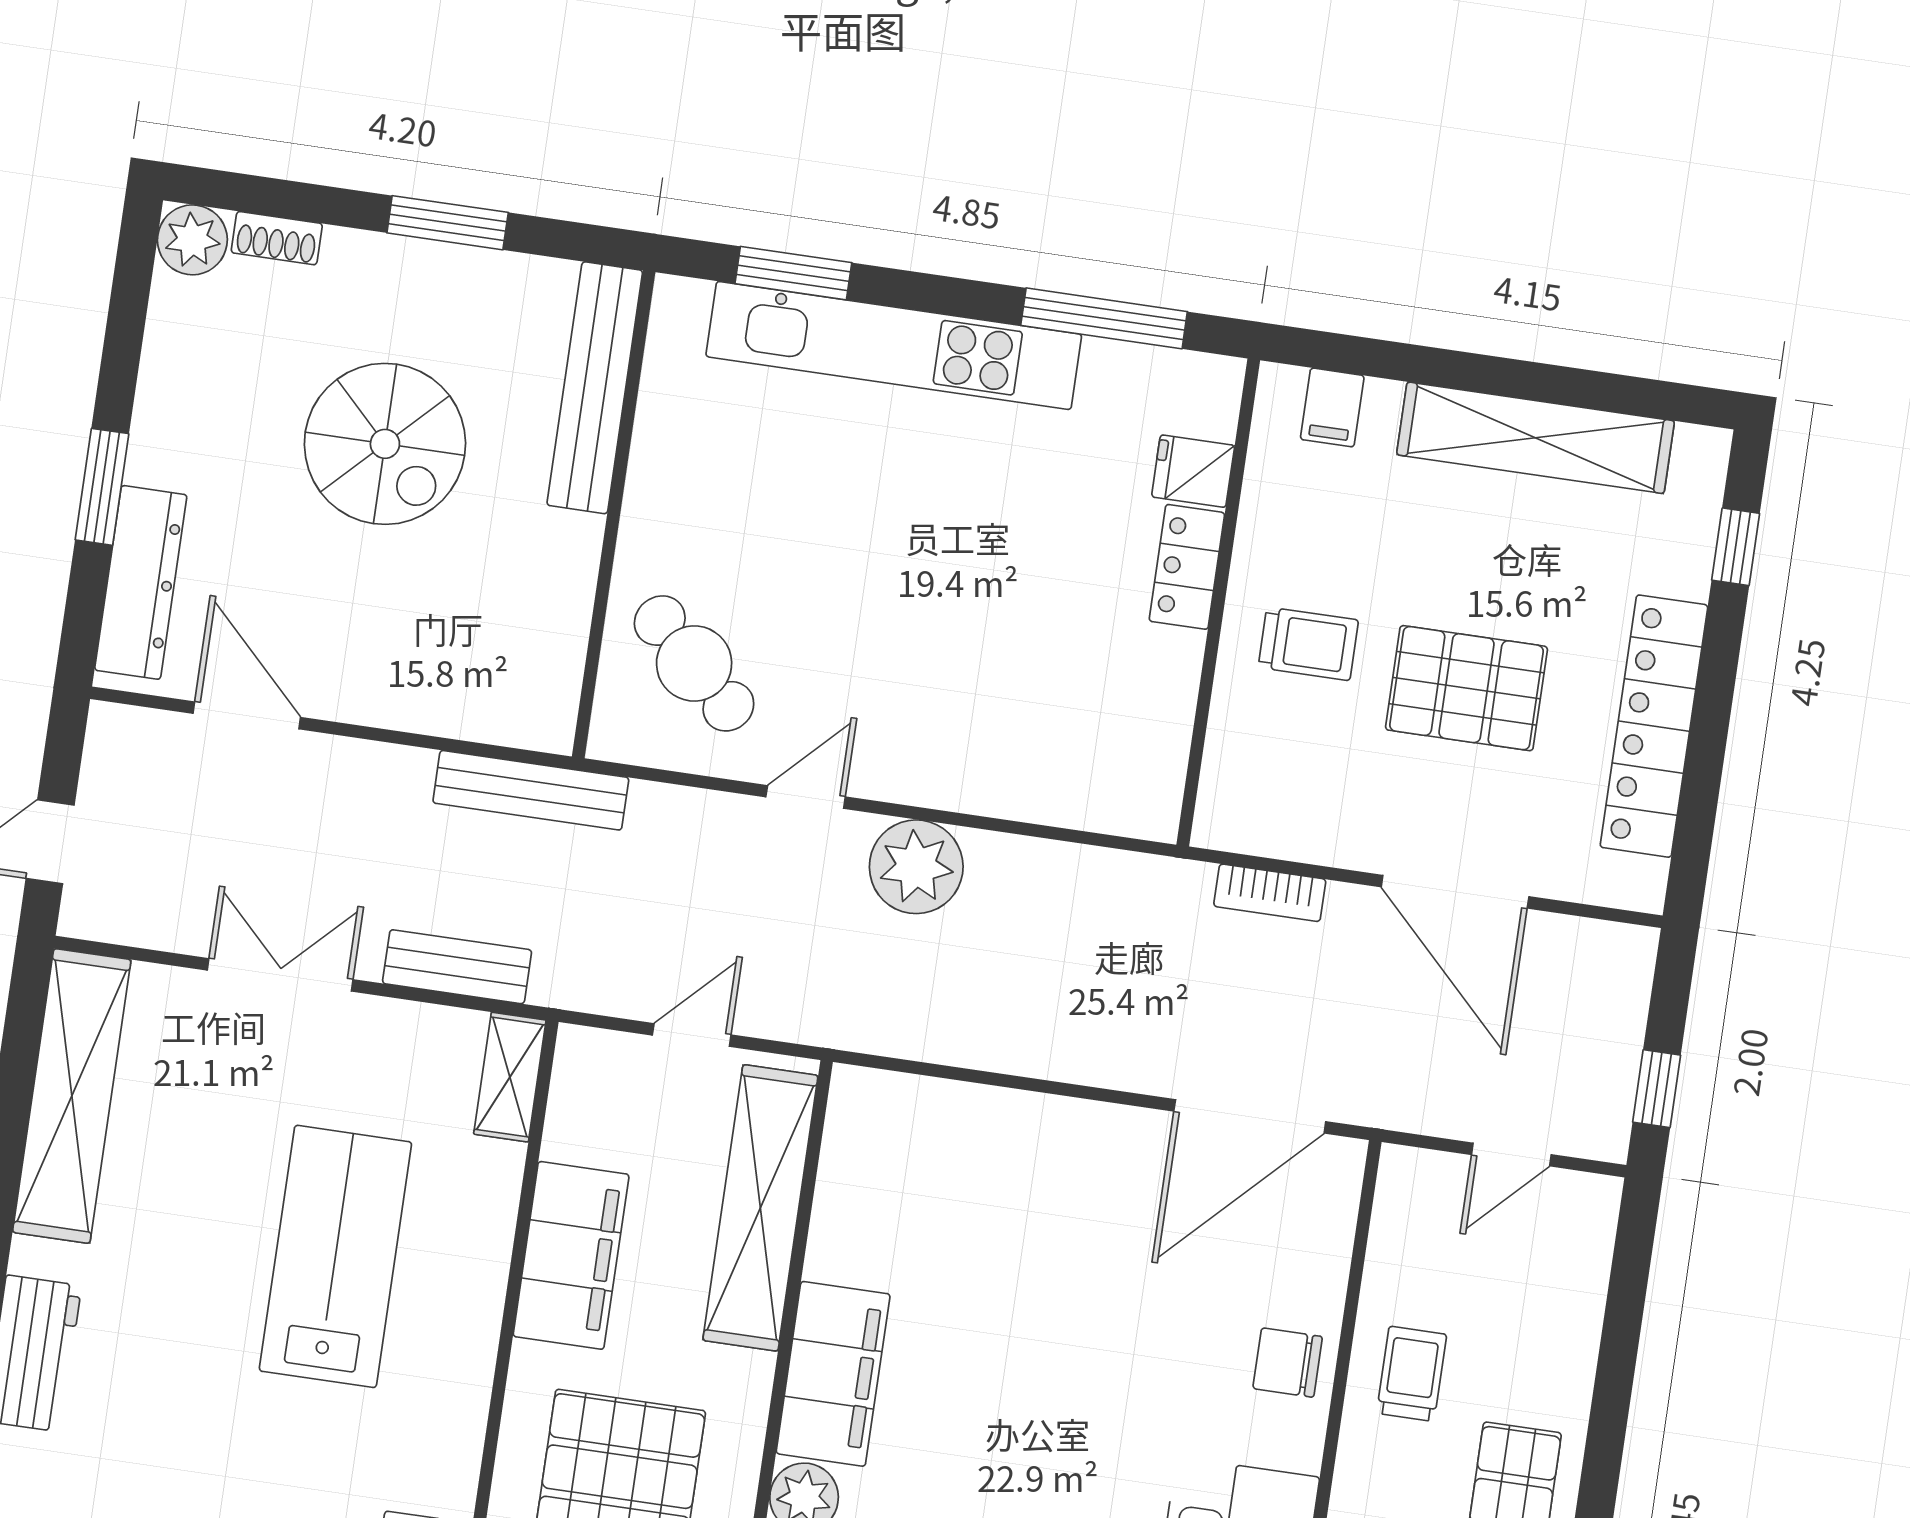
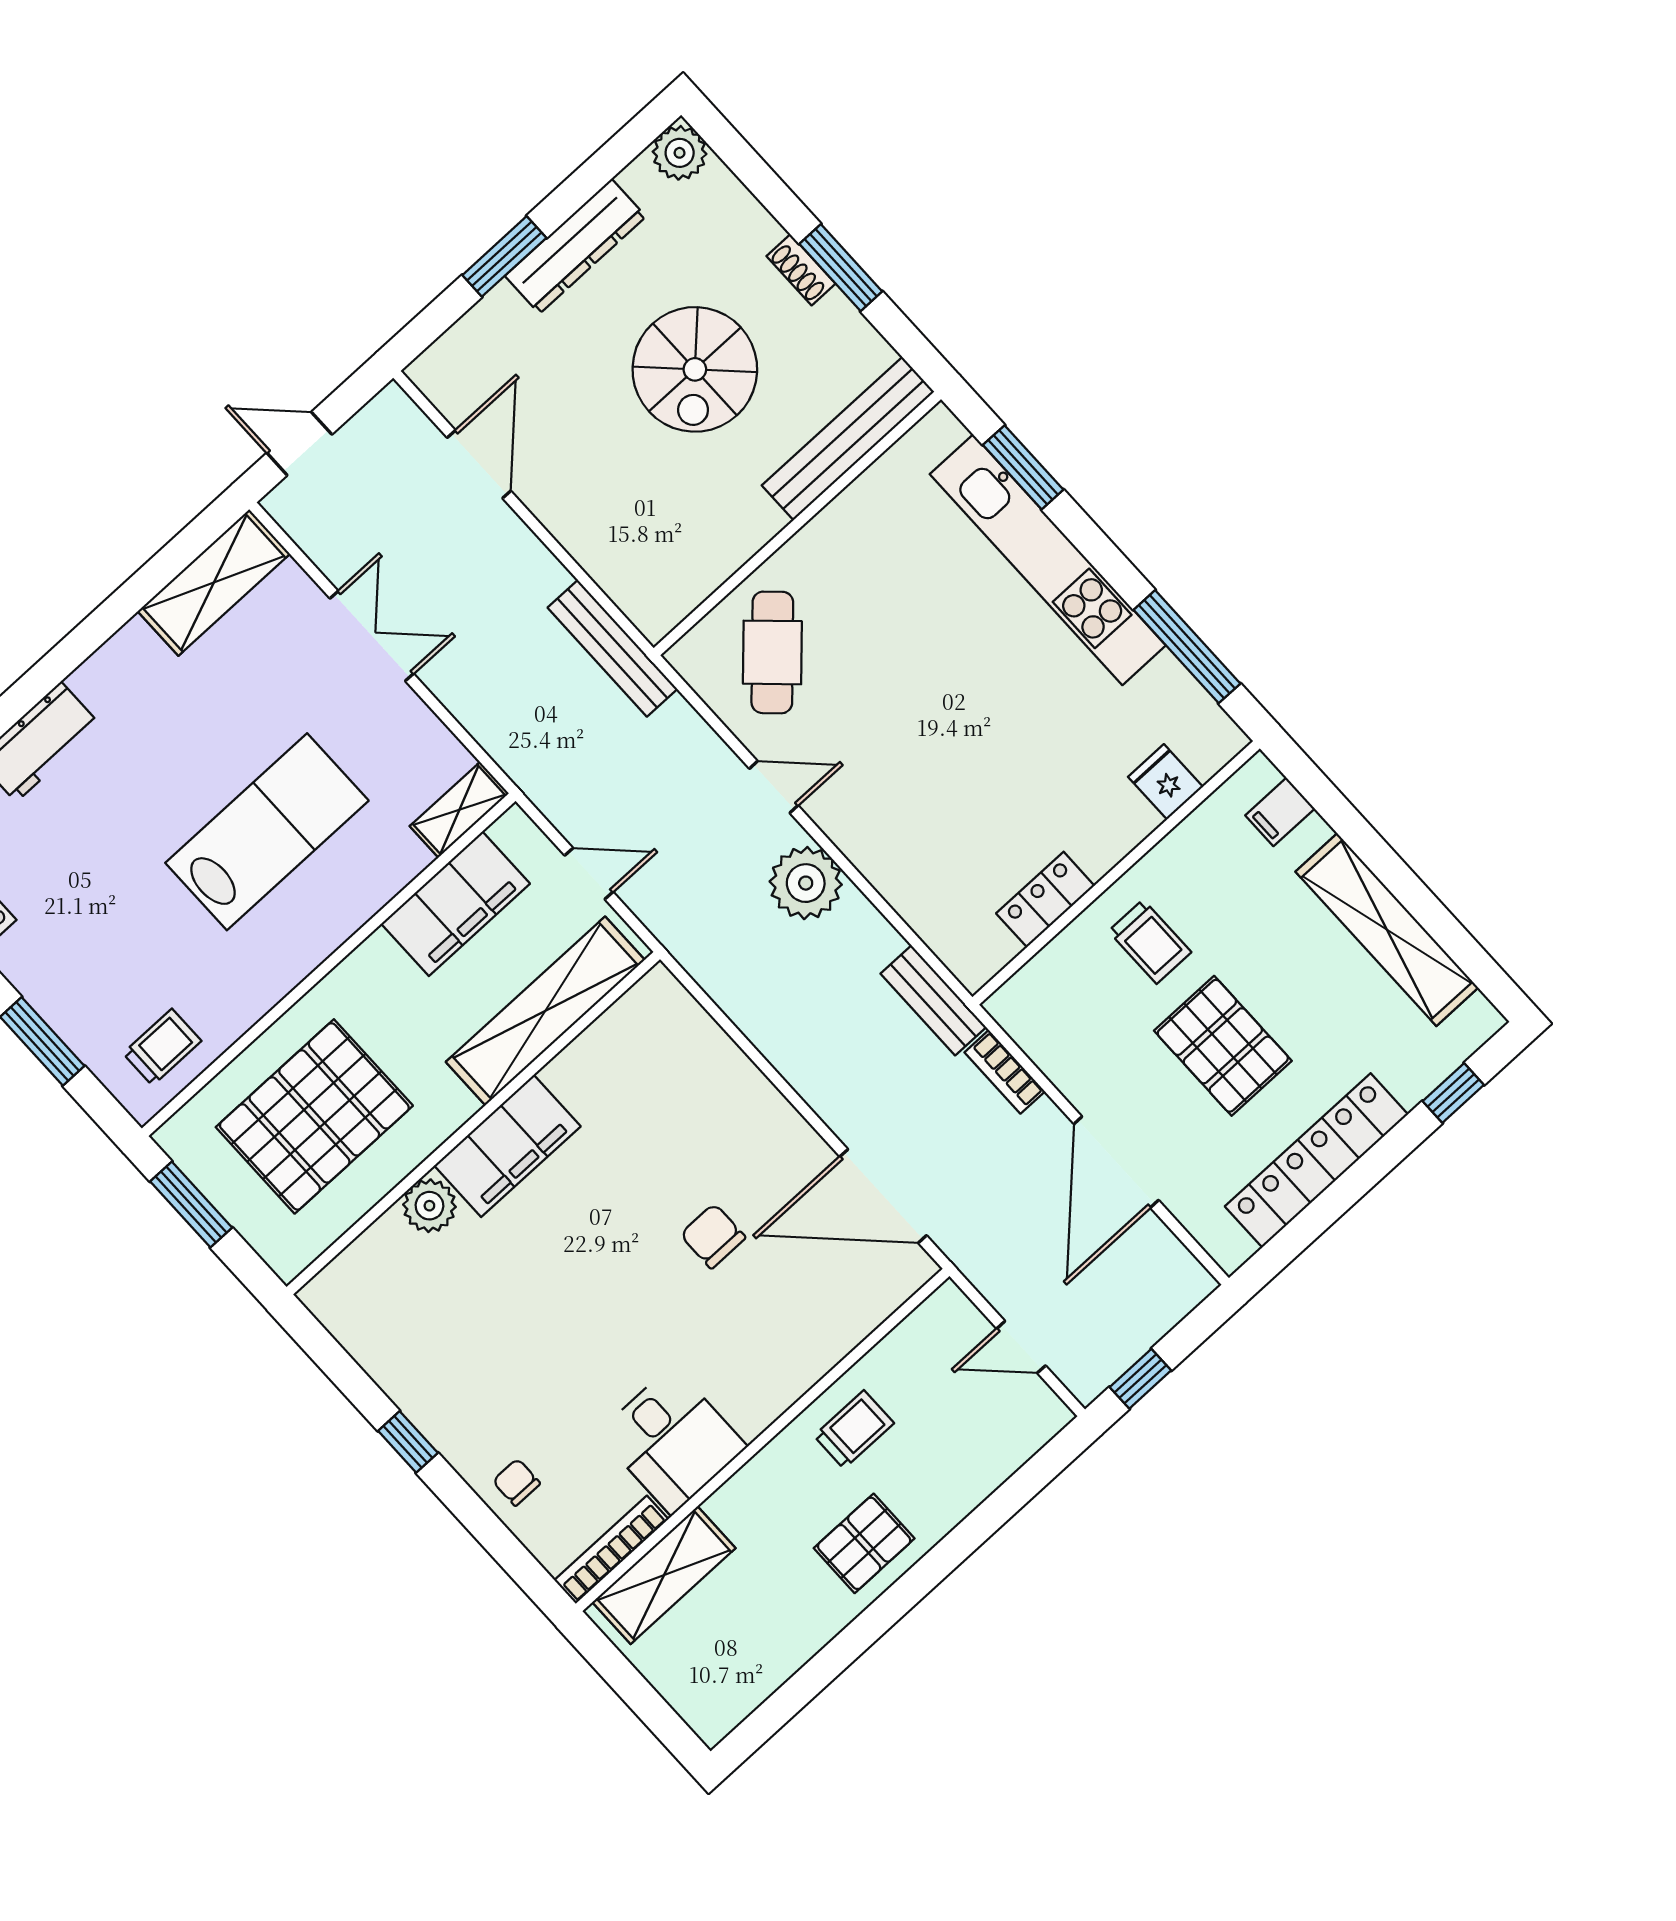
shoe rack: (277, 238) -> (801, 270), moved
locker: (1187, 567) -> (1045, 900), moved
dresser: (141, 582) -> (575, 246), moved
bench: (457, 967) -> (933, 1000), moved
shelving: (72, 1096) -> (214, 583), width x0.68
filing cabinet: (571, 1255) -> (455, 904), moved
chair: (1288, 1363) -> (713, 1236), moved

